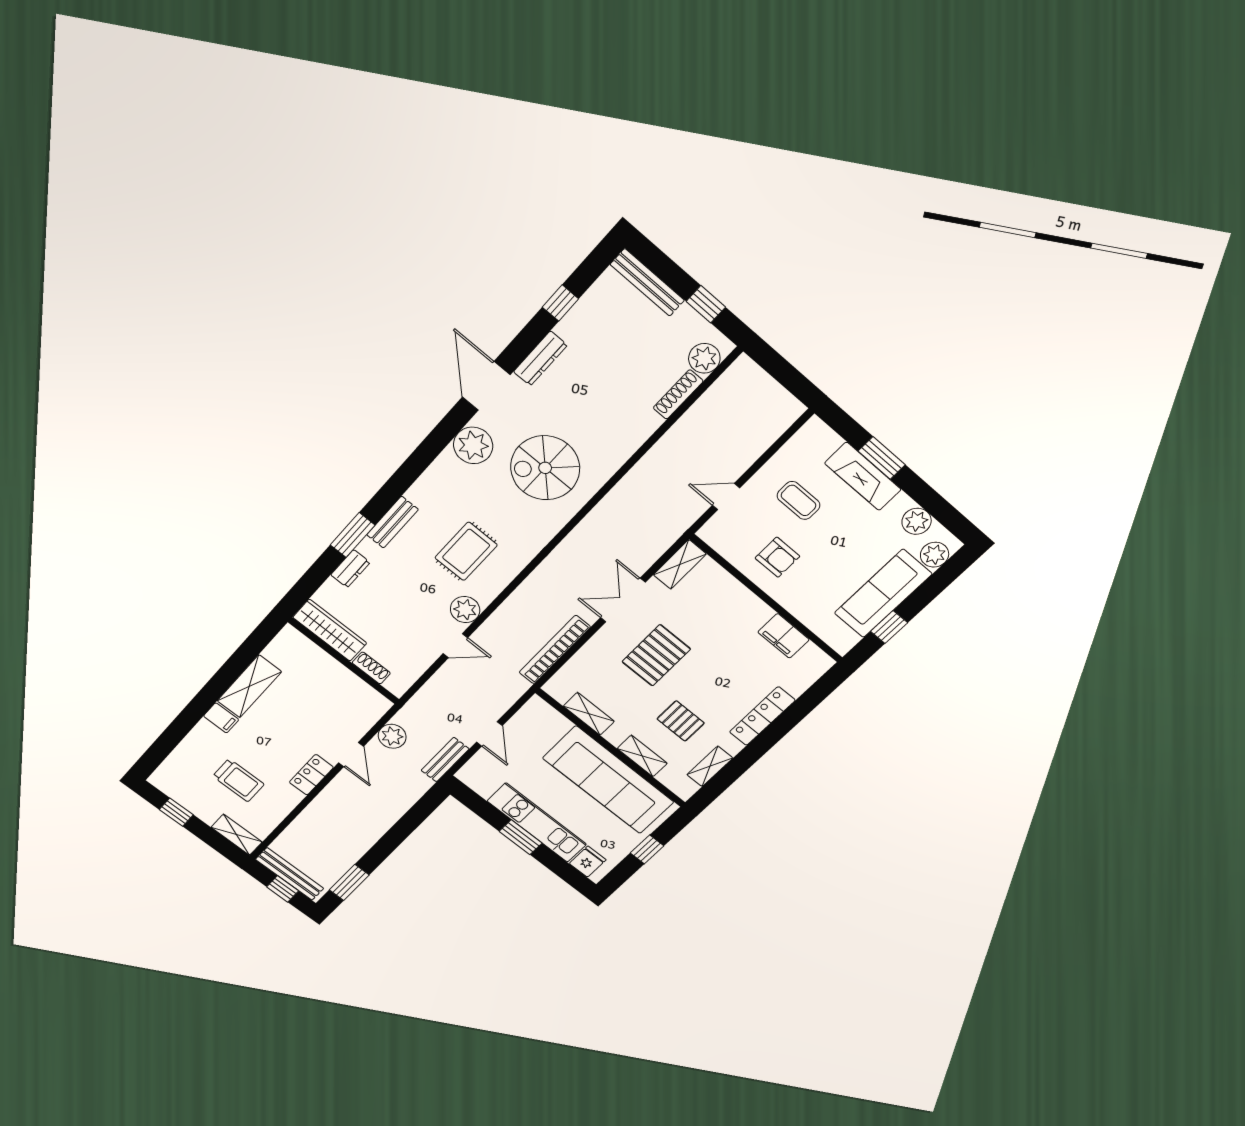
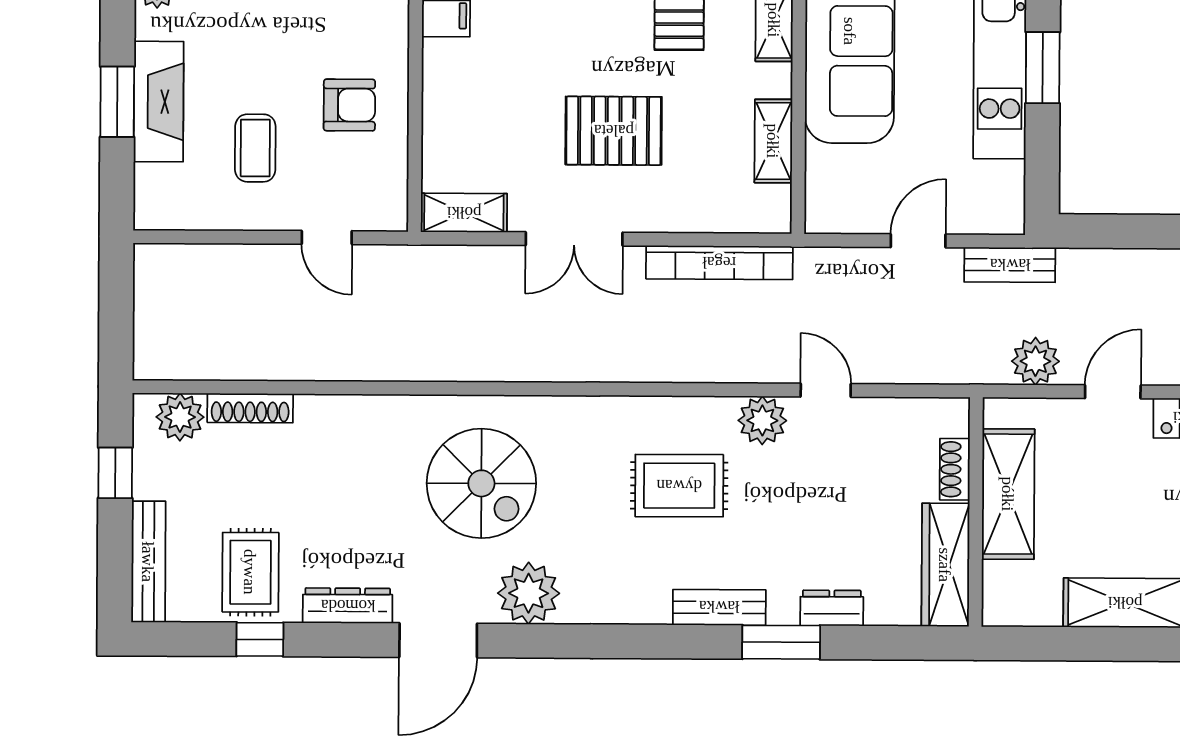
rug: (598, 327) -> (250, 572), added
armchair: (777, 557) -> (349, 105), turned 90
shelving: (341, 680) -> (1008, 494), added

